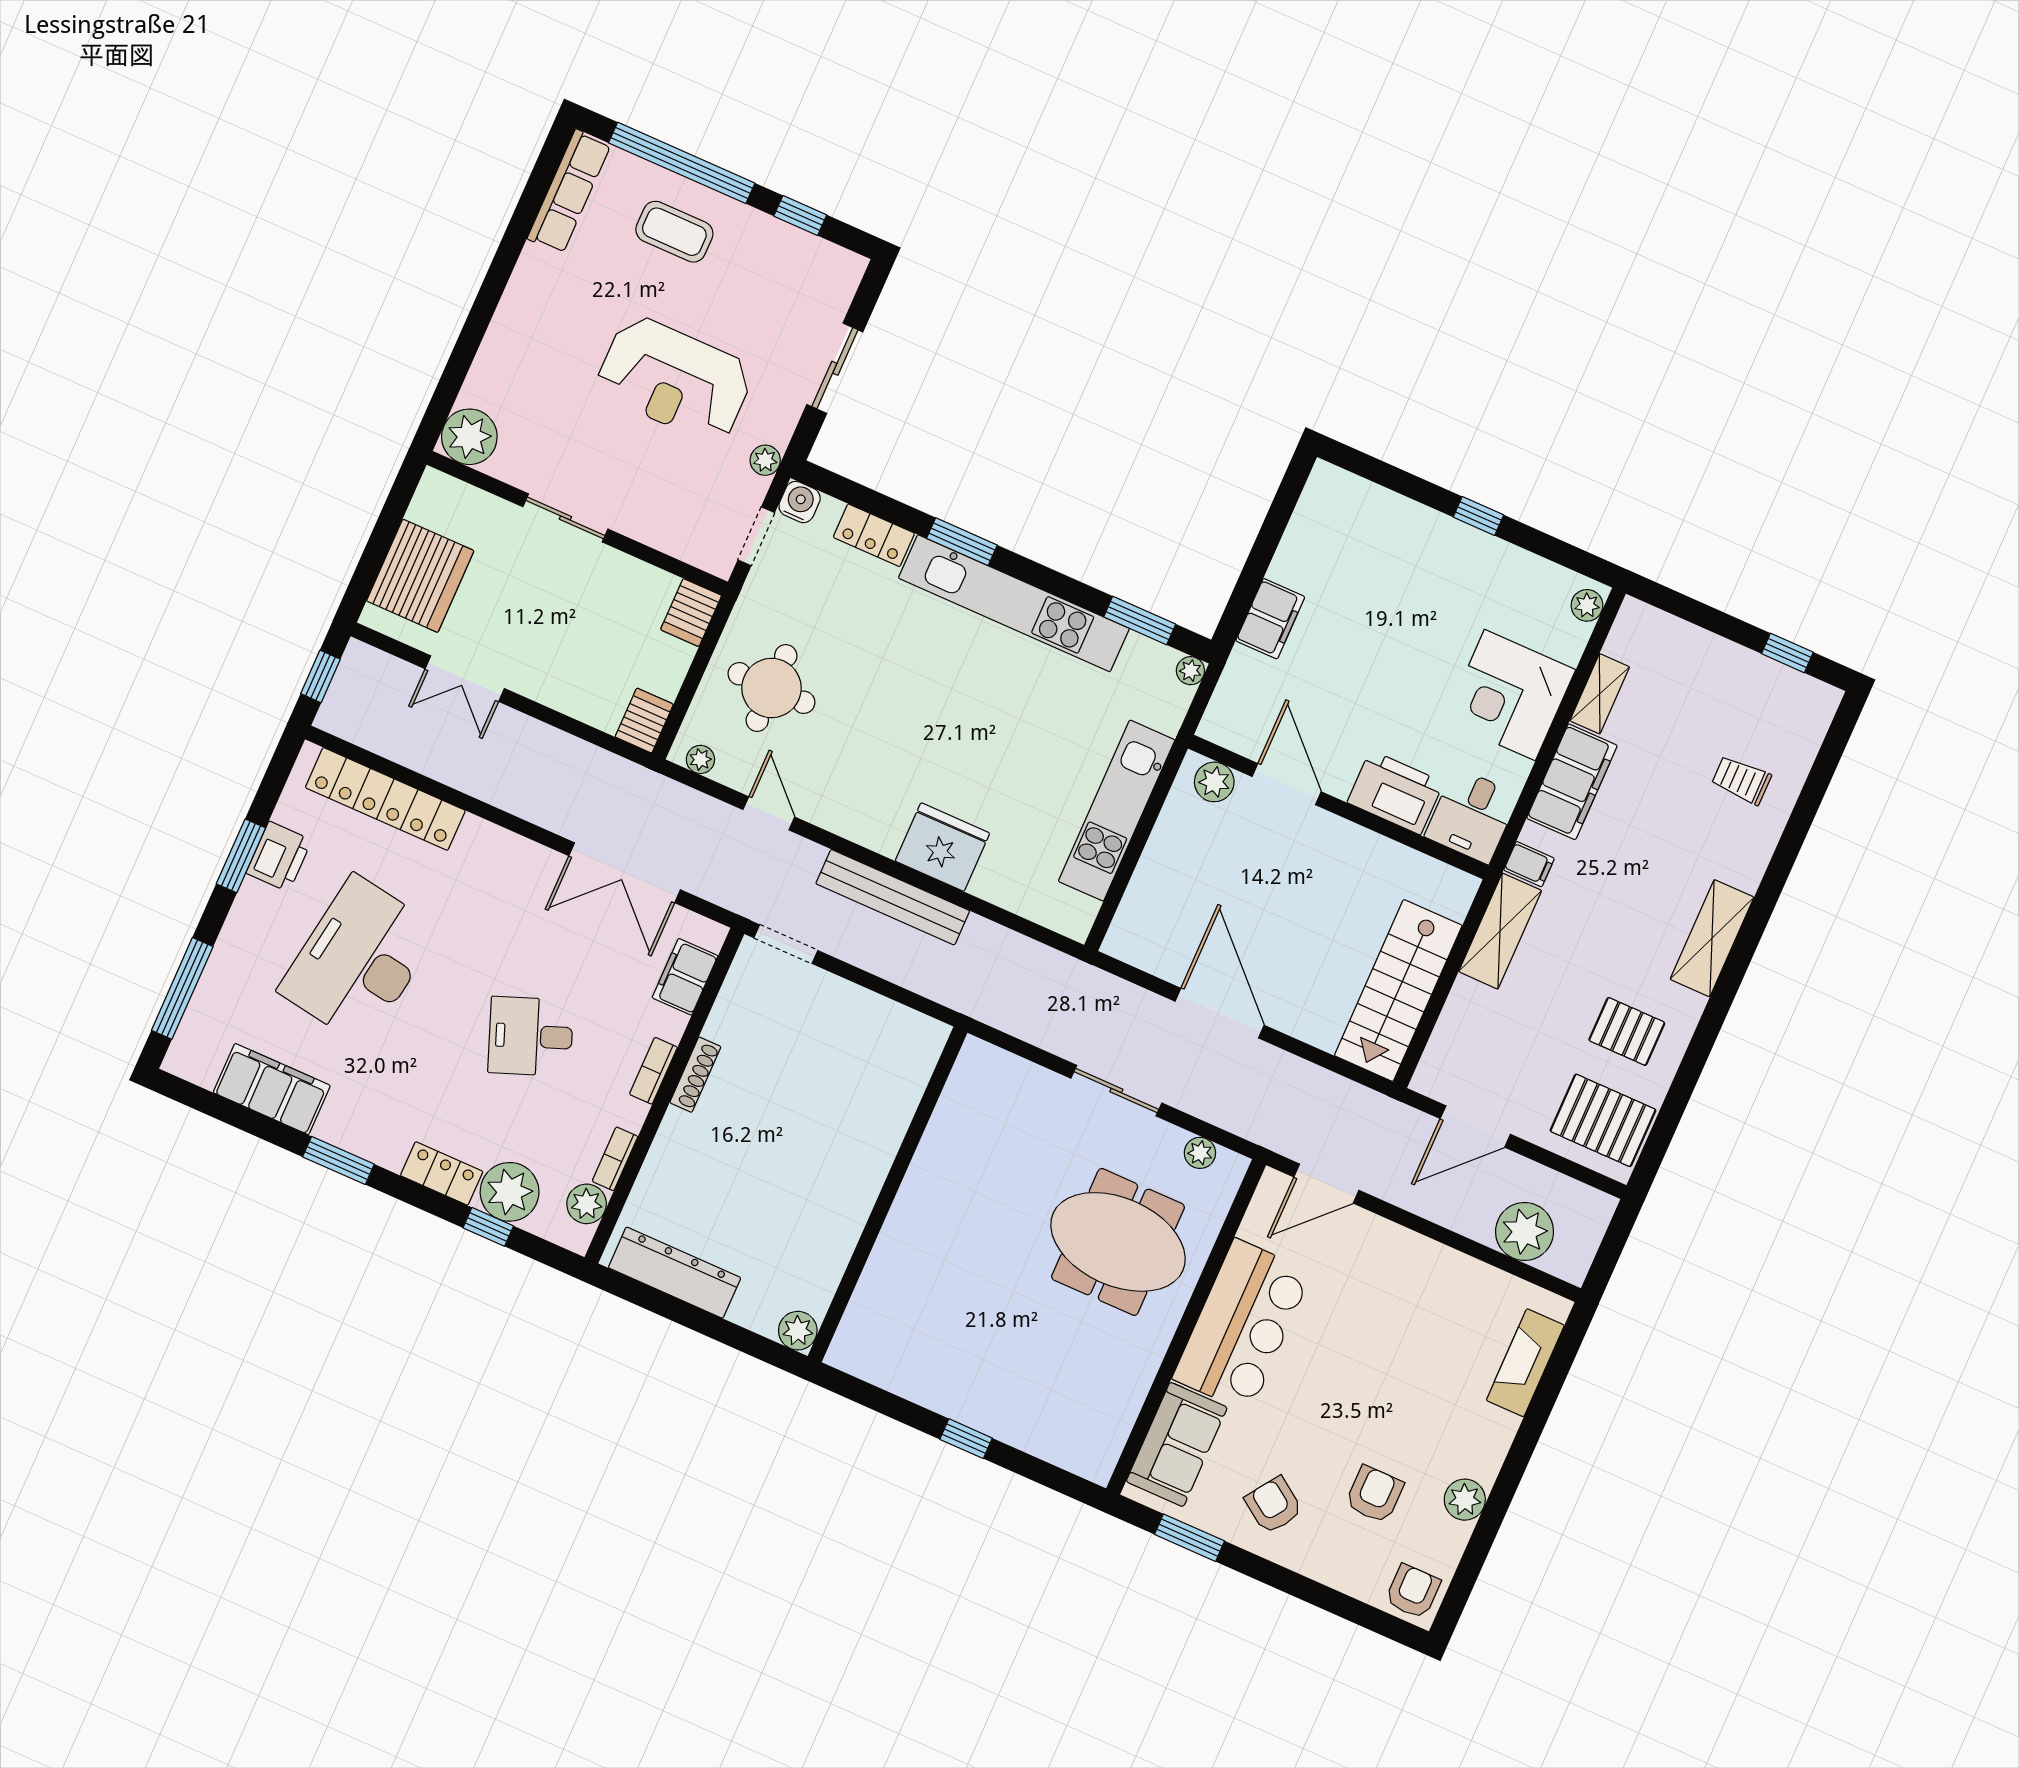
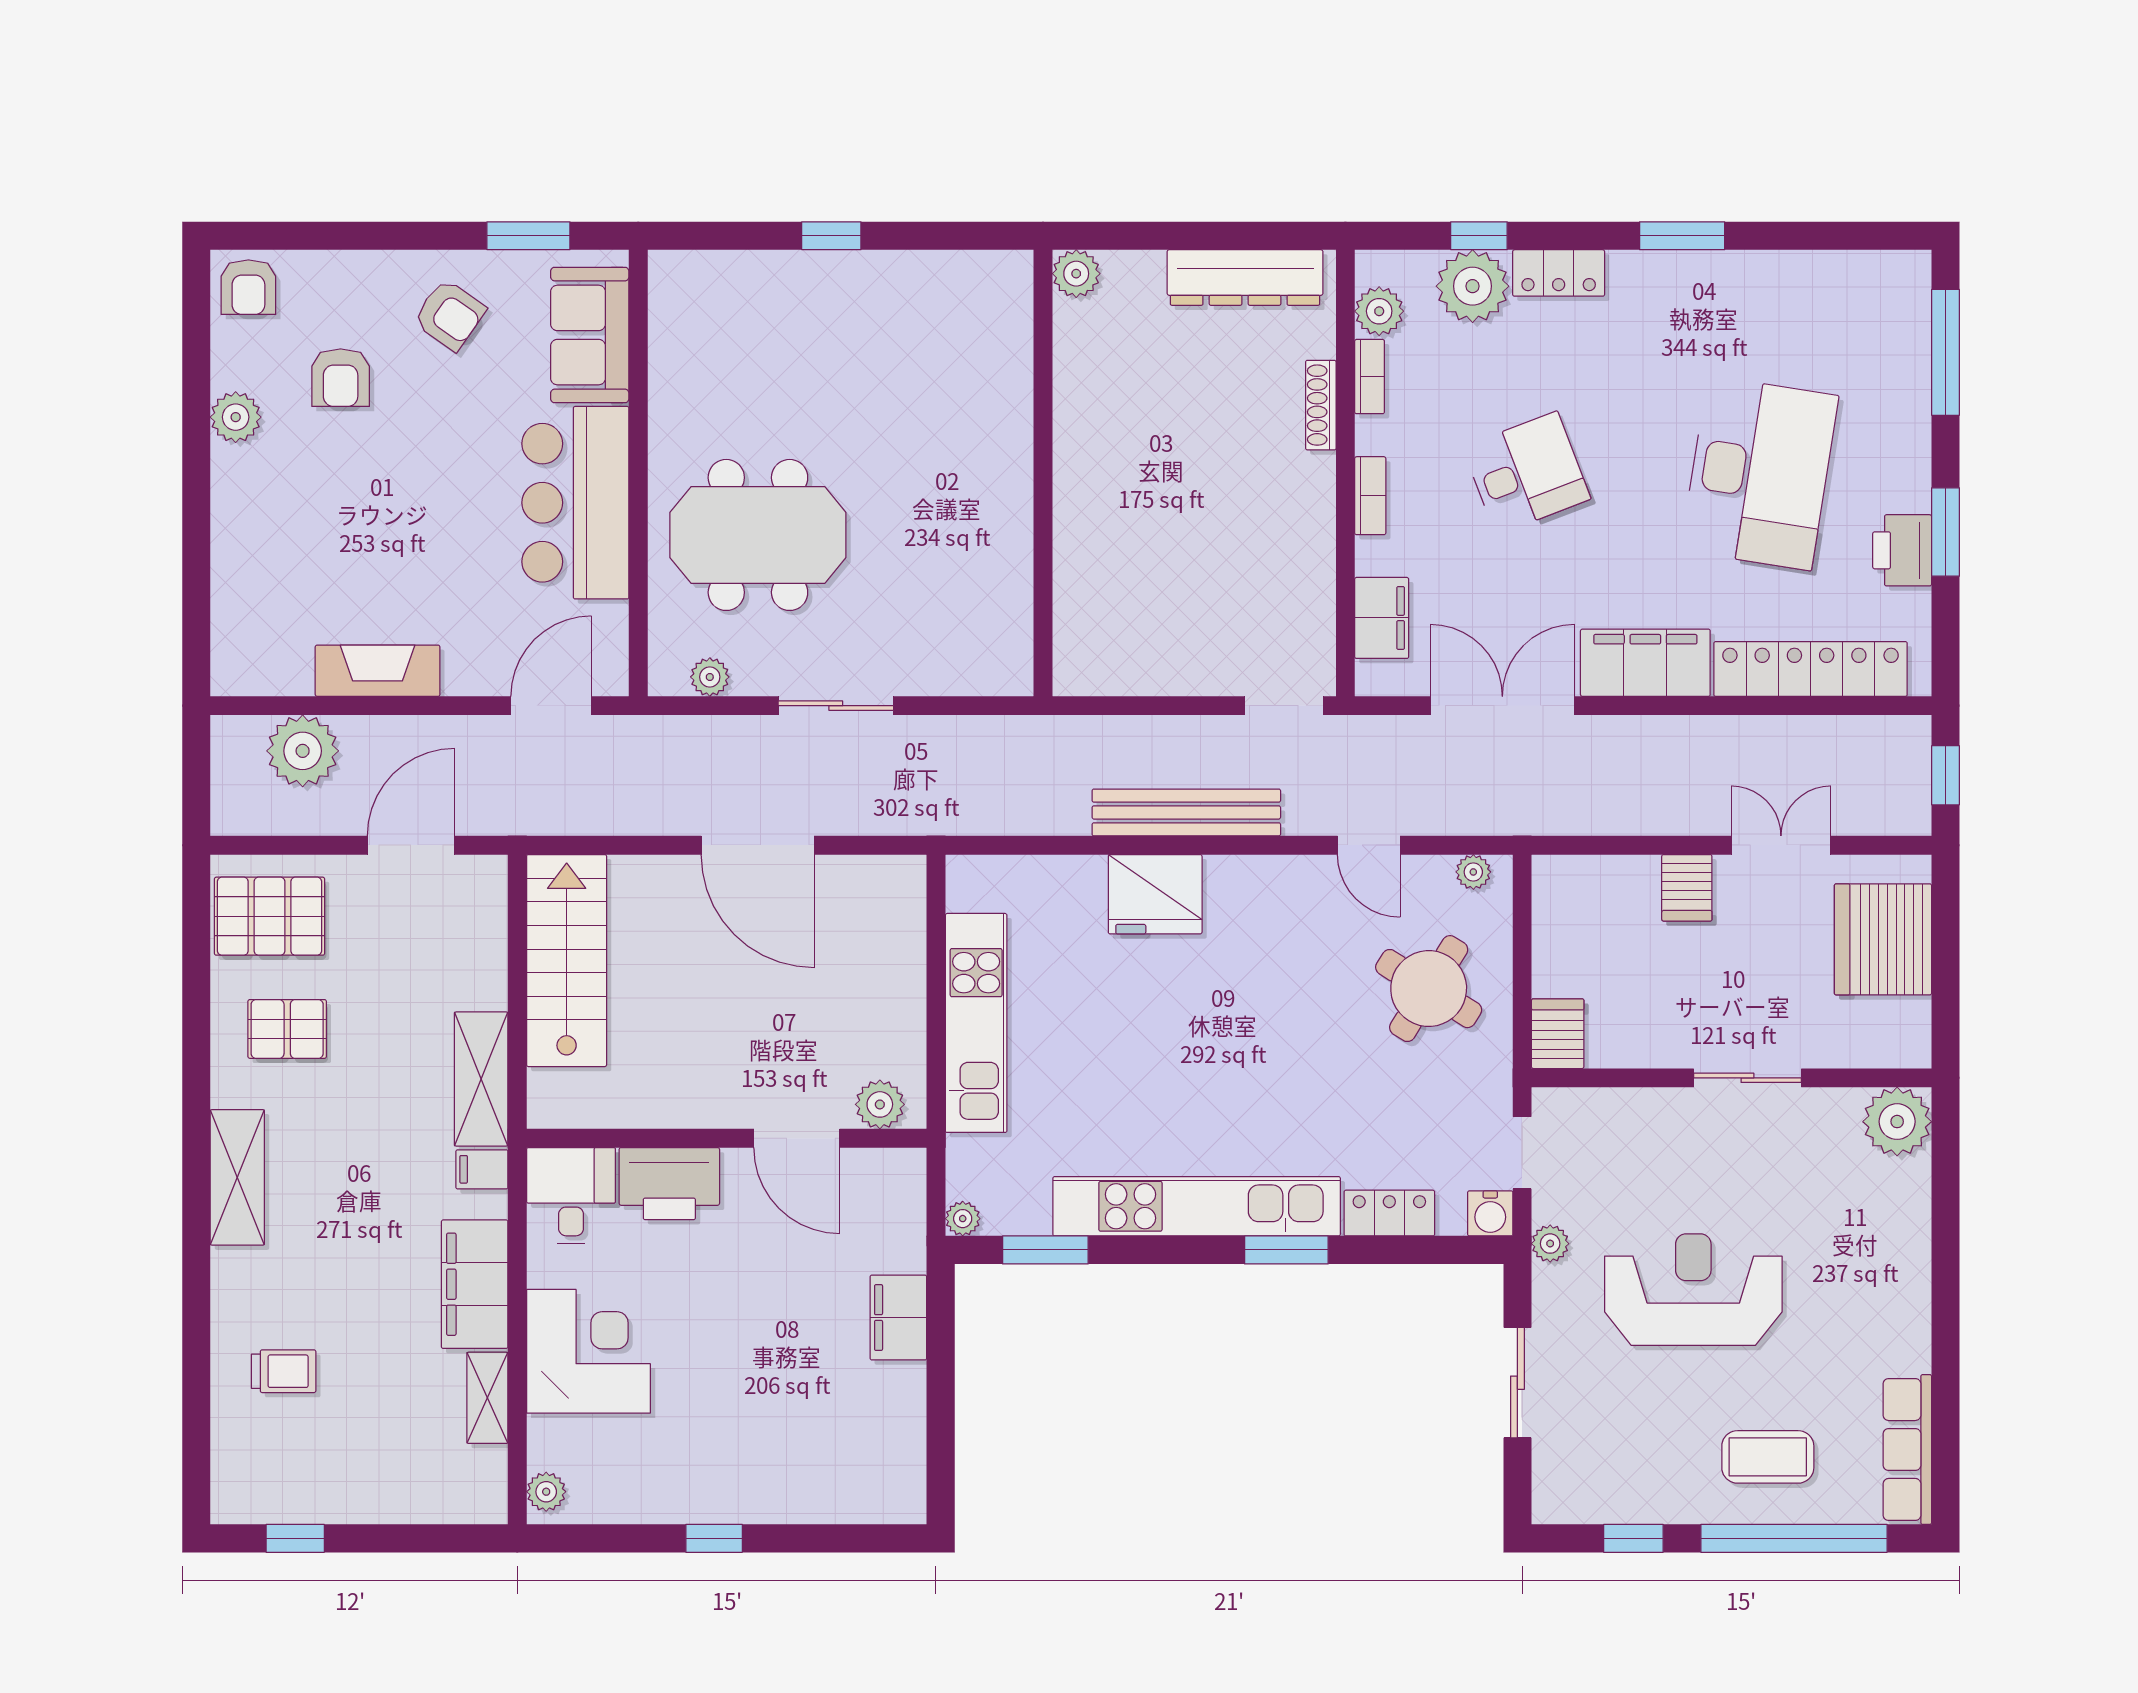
round table: (771, 688) -> (1429, 989), turned 32
server rack: (644, 721) -> (1687, 888), moved
shoe rack: (695, 1075) -> (1321, 405), moved
filing cabinet: (272, 1089) -> (1645, 663), moved, turned 180
fireplace: (1525, 1363) -> (378, 671), moved, turned -90

